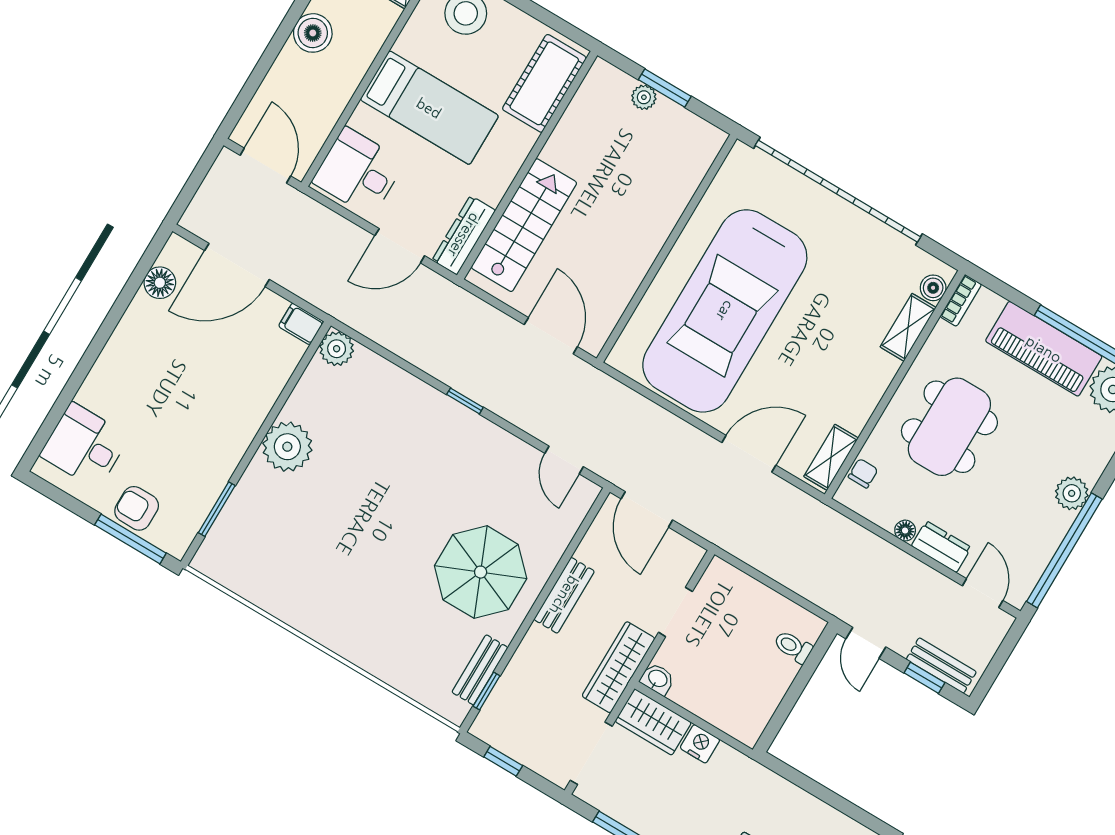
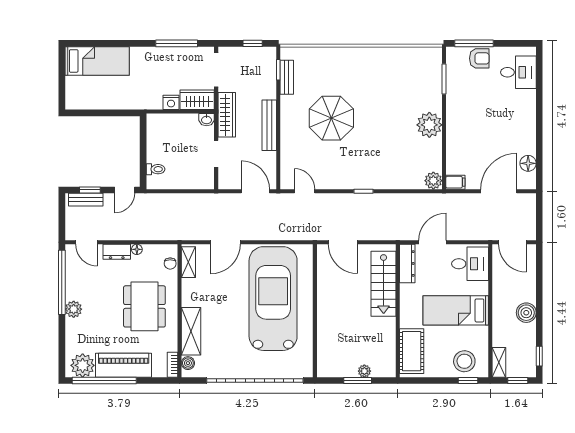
shelving: (908, 327) -> (191, 331), width x1.50, depth x1.33
parasol: (481, 572) -> (331, 118), moved
bench: (564, 595) -> (269, 125), width x1.36
door: (866, 643) -> (125, 190), swing flipped

